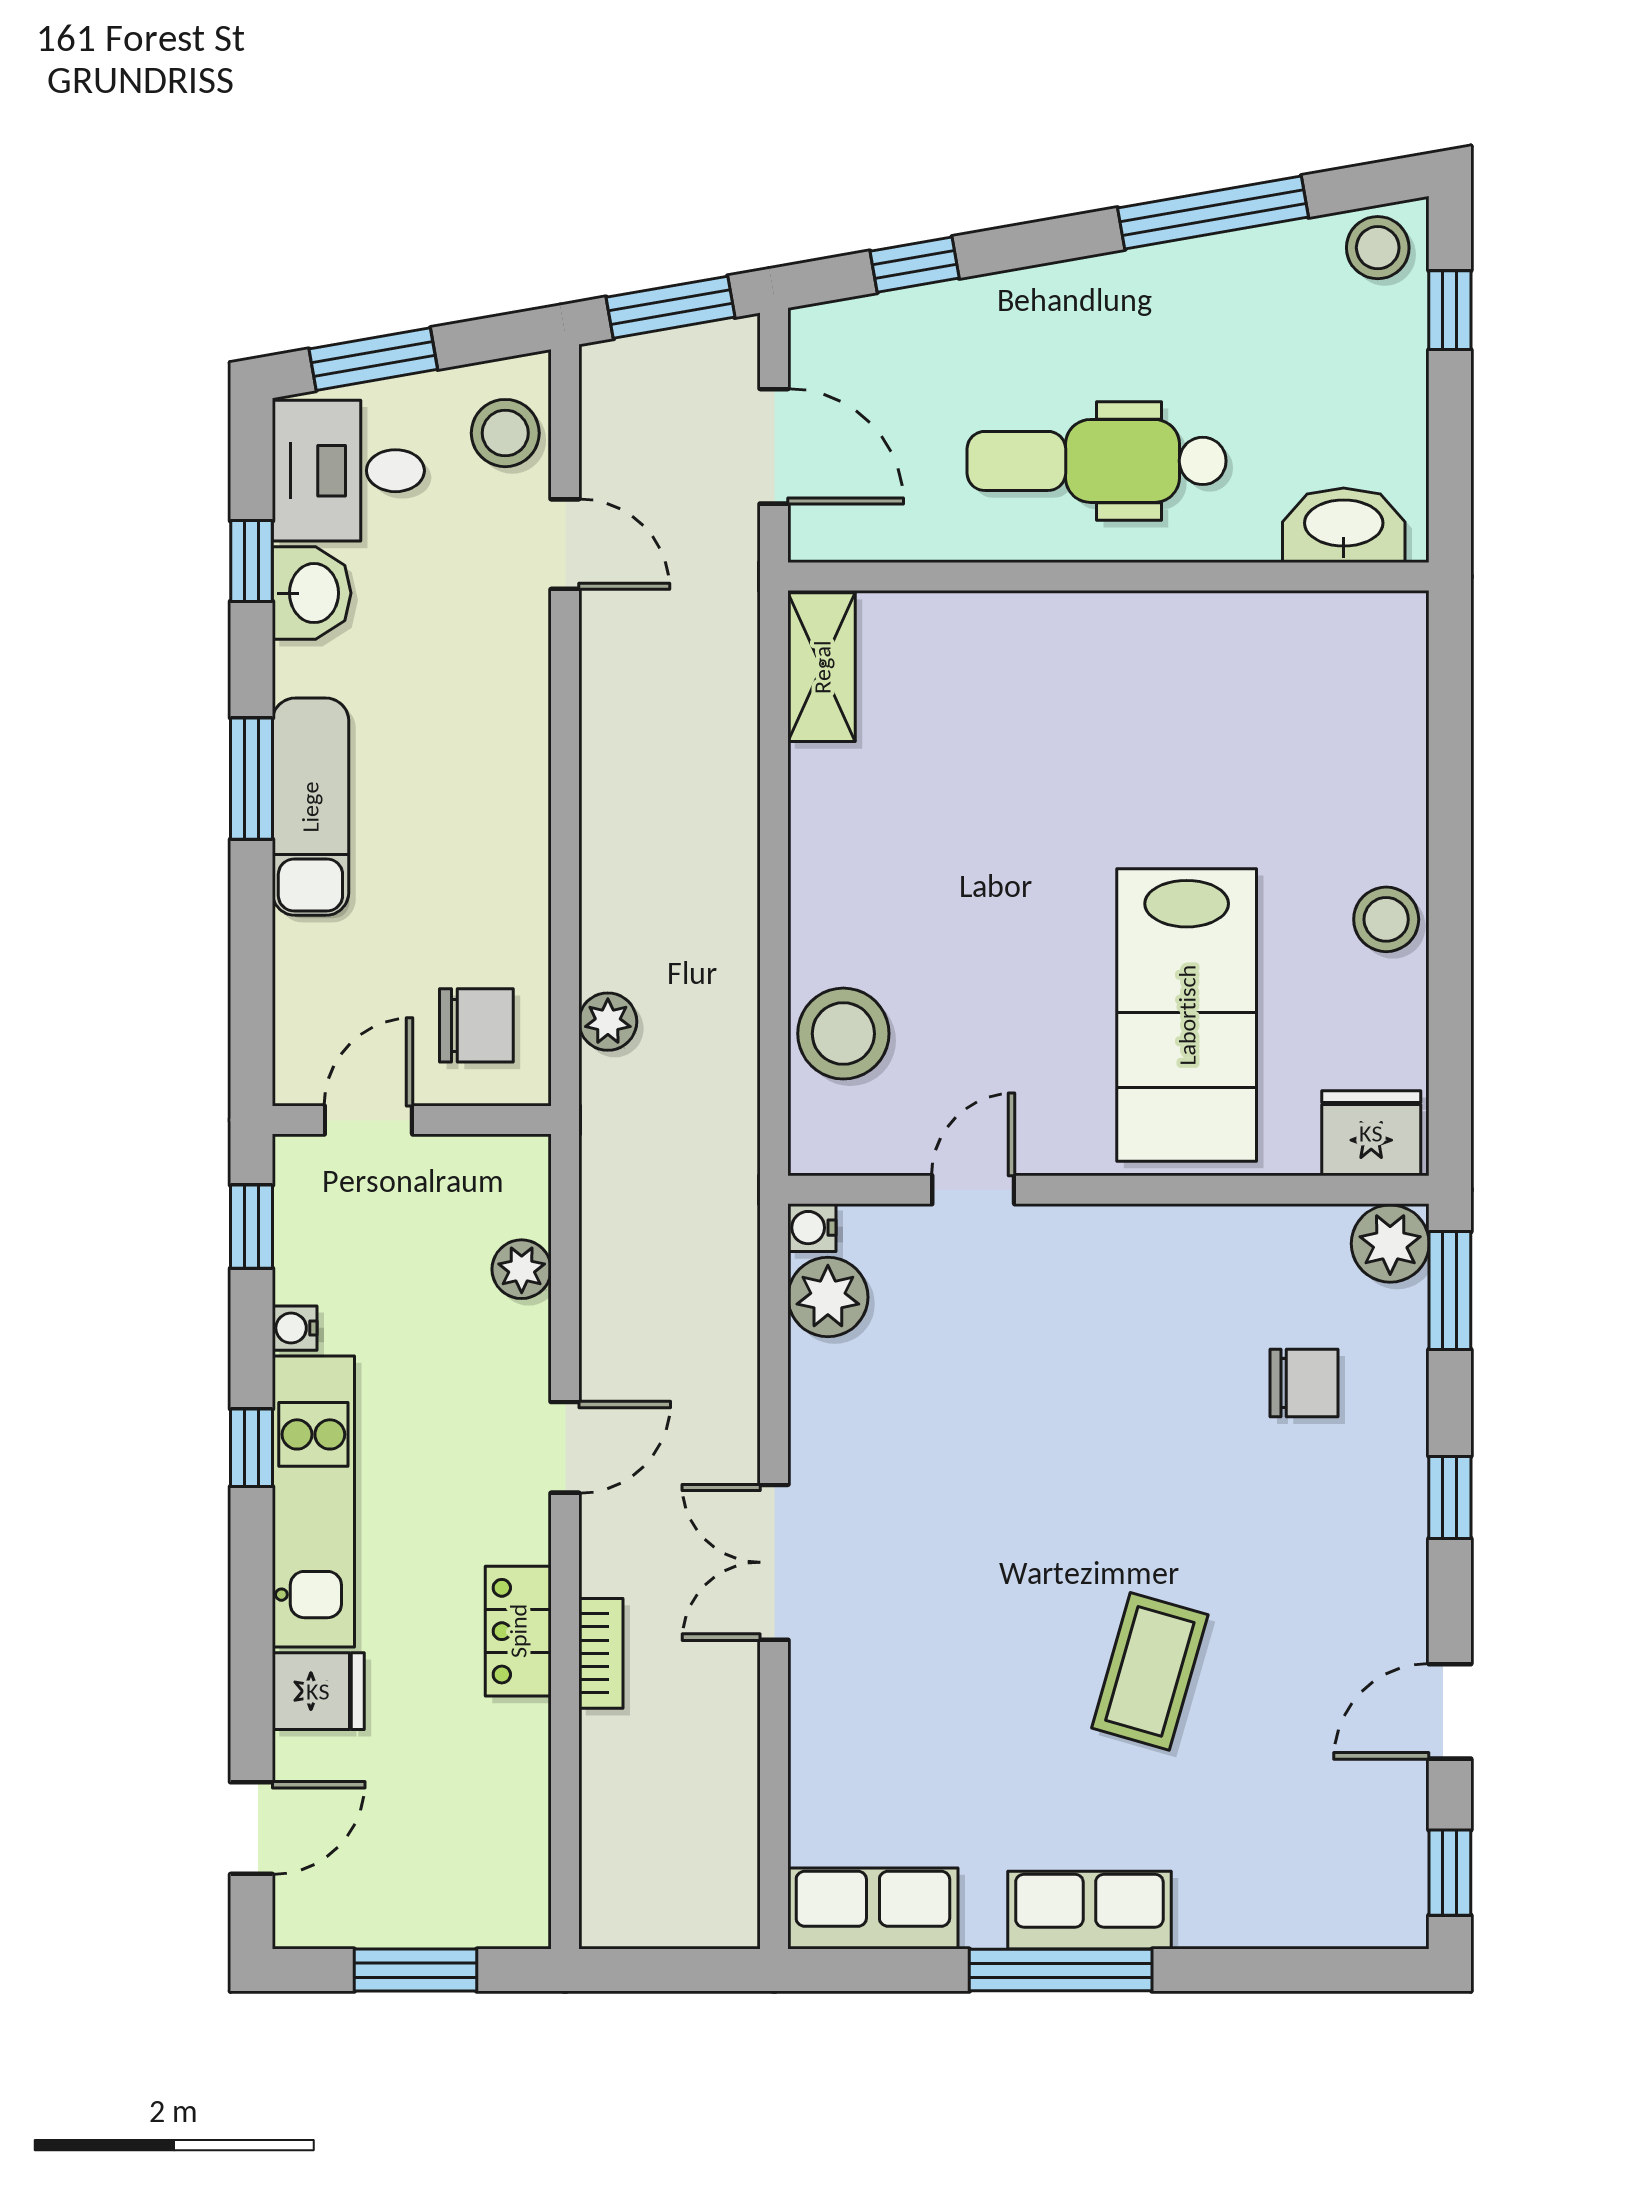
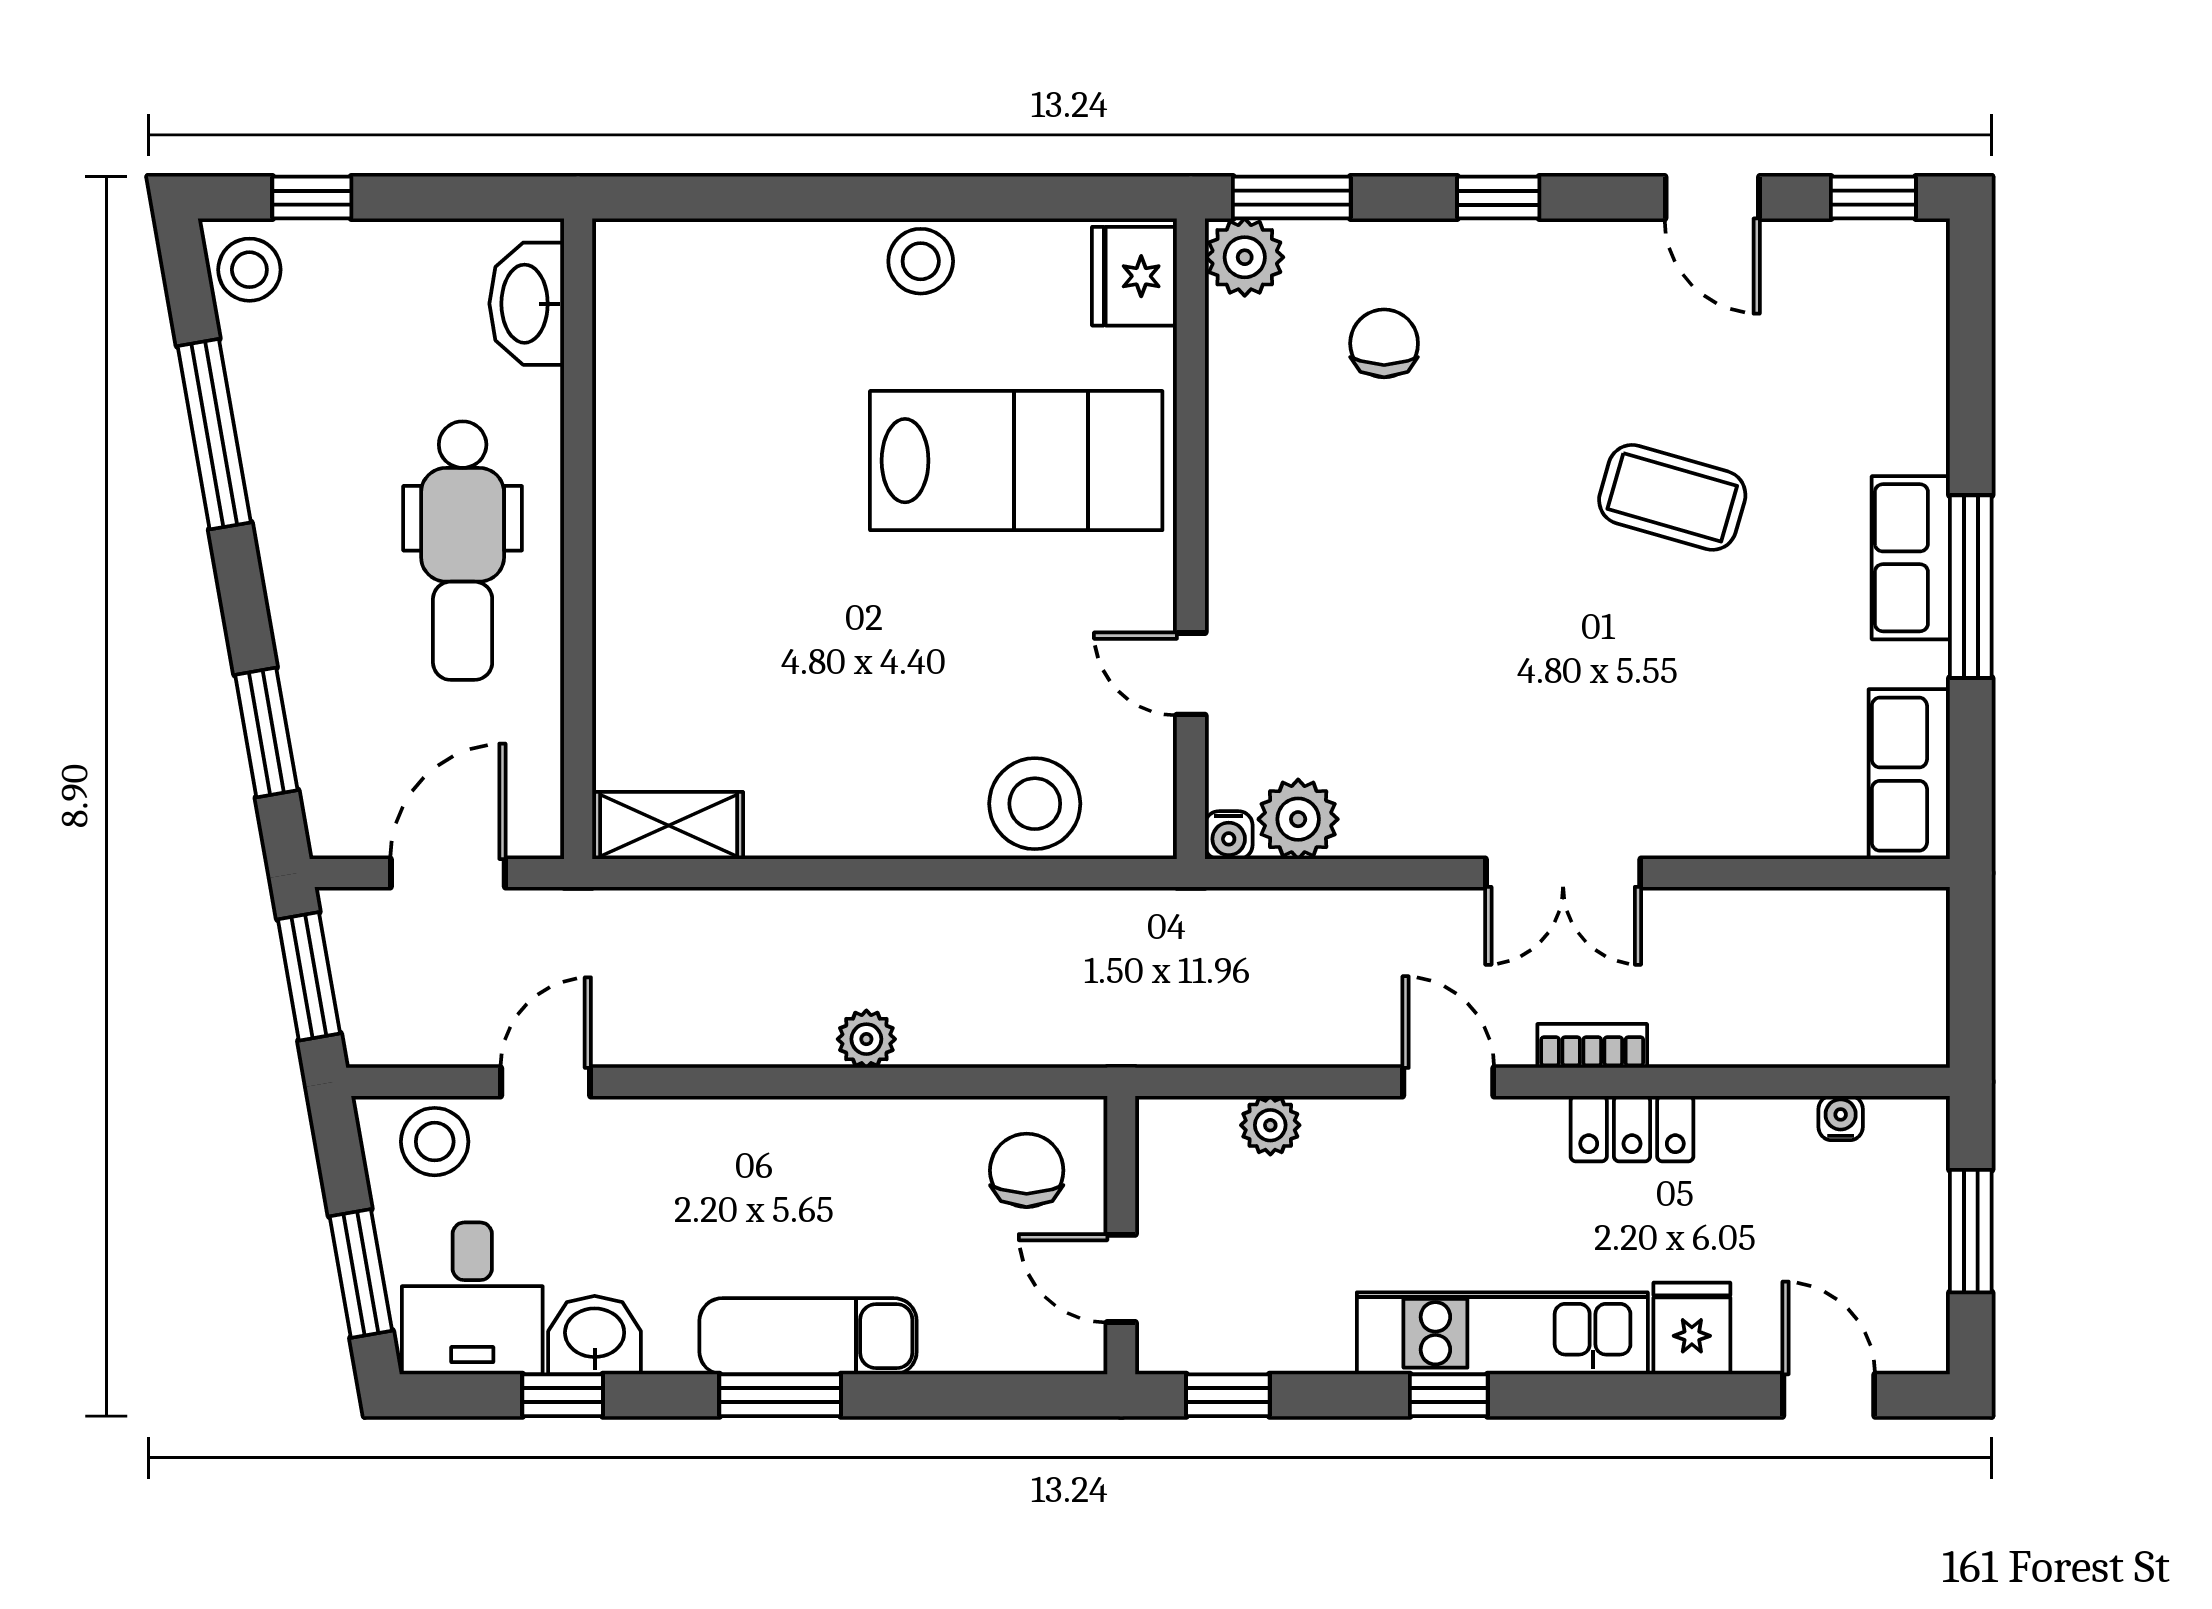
window: (915, 265) -> (266, 732), width x1.50
plant: (608, 1022) -> (866, 1039), moved
water cooler: (295, 1328) -> (1841, 1118), moved, turned 180
bookcase: (601, 1653) -> (1592, 1046), moved

